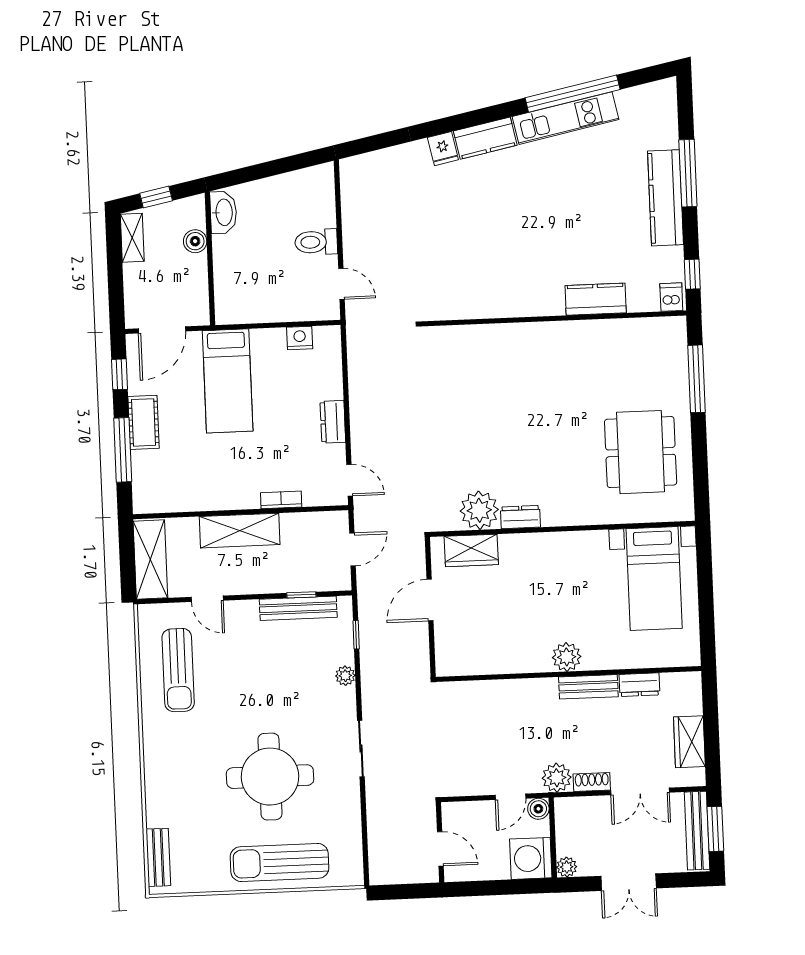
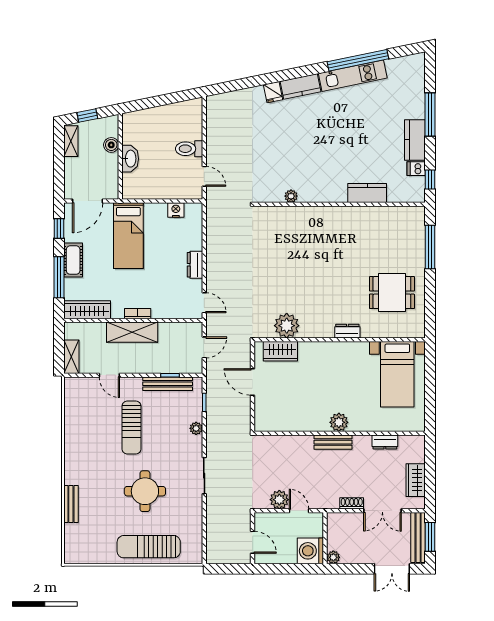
kitchen counter: (666, 198) -> (415, 140), width x0.67
washbasin: (223, 212) -> (130, 159), moved
dishwasher: (671, 297) -> (416, 169), moved, turned -90
plant: (478, 309) -> (291, 196), added
dining table: (641, 452) -> (392, 293), width x0.73
wardrobe: (168, 499) -> (87, 310), added
bookcase: (281, 500) -> (138, 314), moved
dresser: (521, 517) -> (347, 331), moved
shelving: (150, 559) -> (71, 357), width x0.67, depth x0.75
door: (430, 600) -> (253, 382), hinge flipped
sun lounger: (178, 670) -> (132, 427), moved
bench: (588, 687) -> (333, 442), moved
round table: (270, 777) -> (145, 491), width x0.73, depth x0.73
plant: (557, 778) -> (279, 500), moved
door: (510, 797) -> (299, 511), swing flipped
boiler: (538, 809) -> (317, 519), removed
bench: (158, 857) -> (71, 504), moved
double door: (629, 882) -> (392, 569), moved

